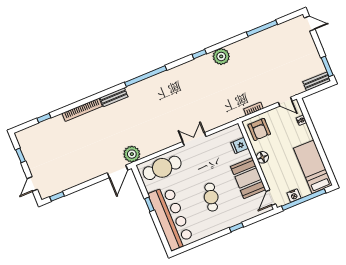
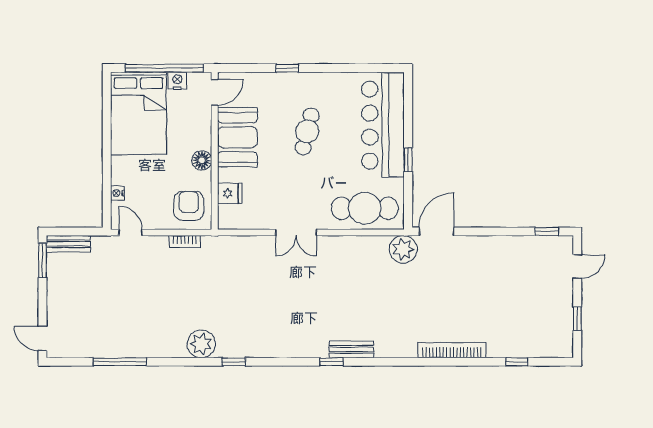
window: (146, 76) -> (332, 362), width x0.32
bench: (114, 97) -> (351, 349), moved
bed: (313, 167) -> (138, 113), width x1.50

